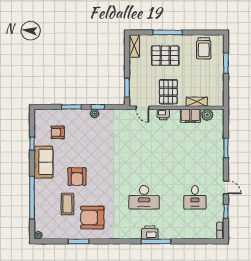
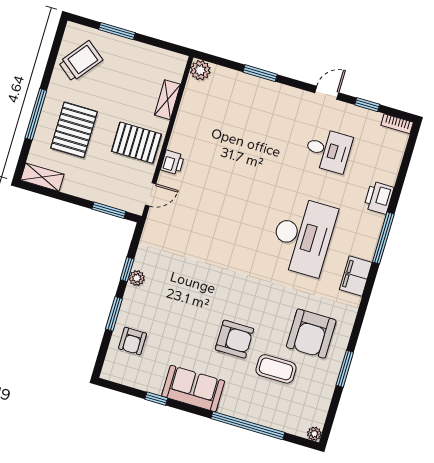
trolley: (204, 48) -> (81, 61), turned -52
plant: (207, 115) -> (200, 70), moved
filing cabinet: (190, 116) -> (356, 276), moved, turned 180
armchair: (58, 132) -> (133, 341), moved
desk: (144, 197) -> (303, 236), width x1.36, depth x1.30
printer: (150, 233) -> (379, 198), moved

